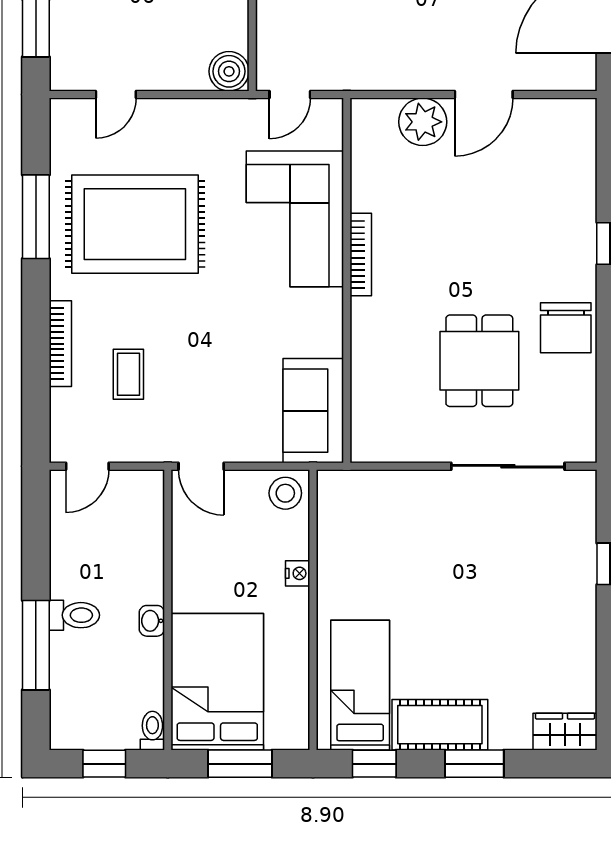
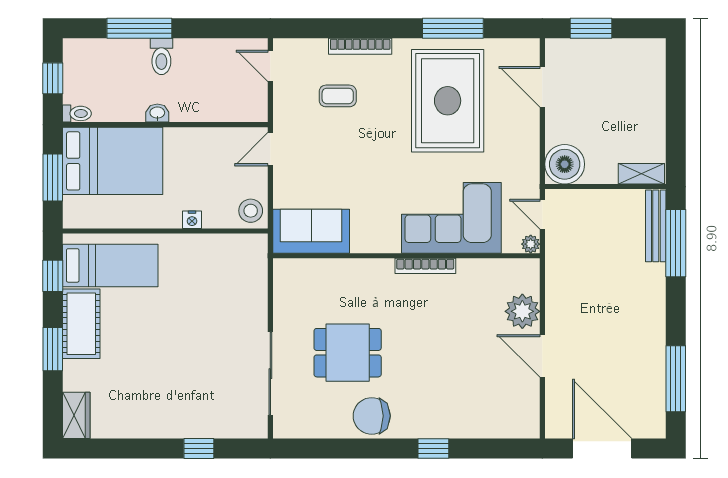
boiler: (229, 71) -> (565, 164), width x1.37, depth x1.37
door: (116, 95) -> (542, 87), width x1.38
plant: (331, 111) -> (531, 244), added

